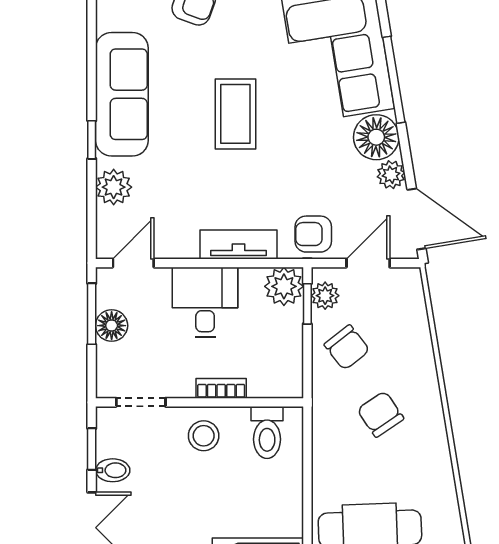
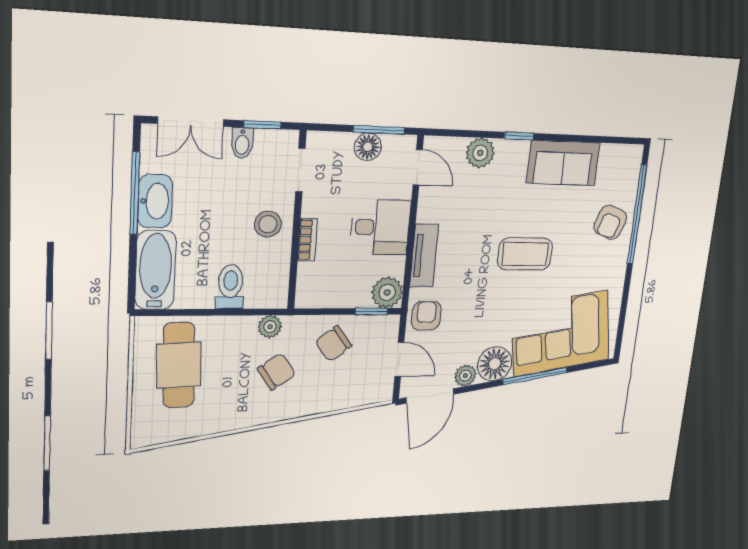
sofa: (122, 94) -> (563, 163), width x0.73
plant: (325, 296) -> (270, 327), moved
toilet: (267, 432) -> (230, 287), moved, turned 90

